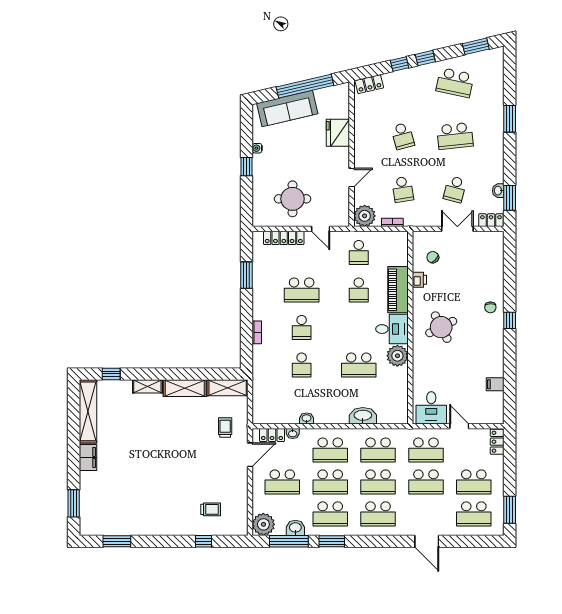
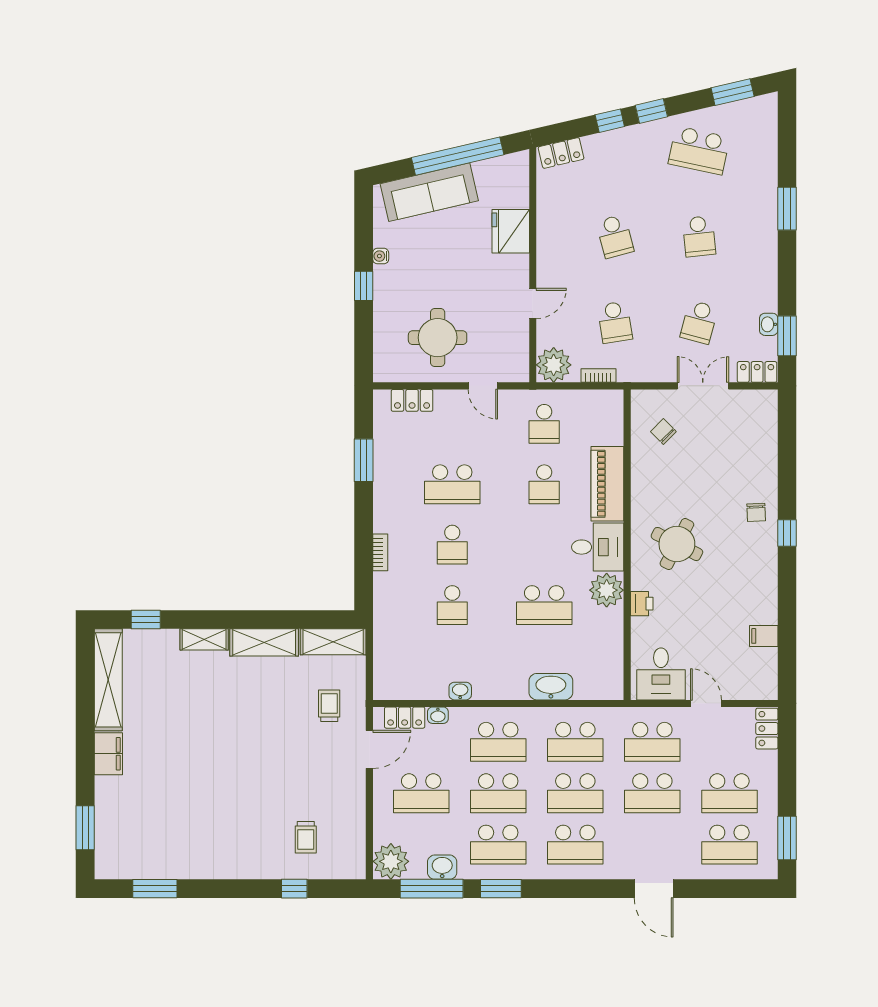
school desk: (455, 136) -> (699, 236), width x0.54
locker: (284, 238) -> (412, 400), width x0.66
printer: (419, 280) -> (642, 604), moved
round table: (441, 327) -> (677, 544), turned -36
trolley: (211, 509) -> (306, 837), turned 90

